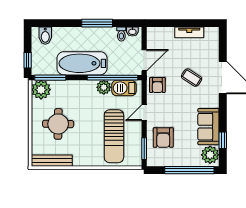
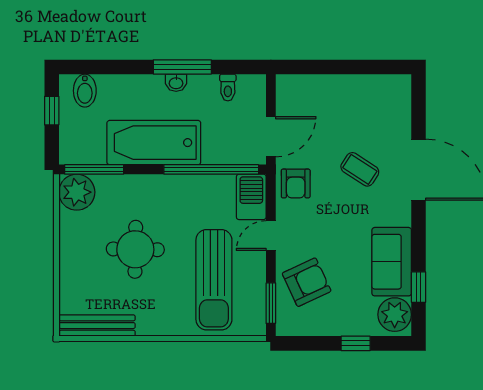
washbasin: (132, 31) -> (176, 83), moved
tv unit: (189, 32) -> (356, 84), removed
window: (28, 60) -> (52, 111), moved
plant: (104, 87) -> (195, 188), removed
barbecue: (124, 88) -> (251, 197), moved, turned 90
round table: (58, 124) -> (135, 249), moved
armchair: (163, 138) -> (307, 282), turned -115
window: (189, 170) -> (356, 343), width x0.32

